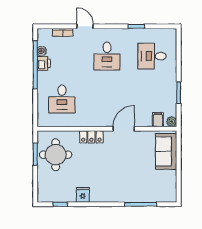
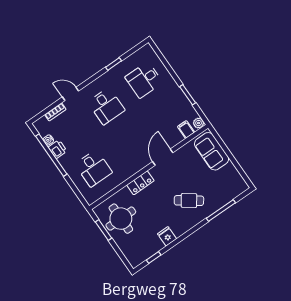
cafe table: (120, 178) -> (189, 201), added

